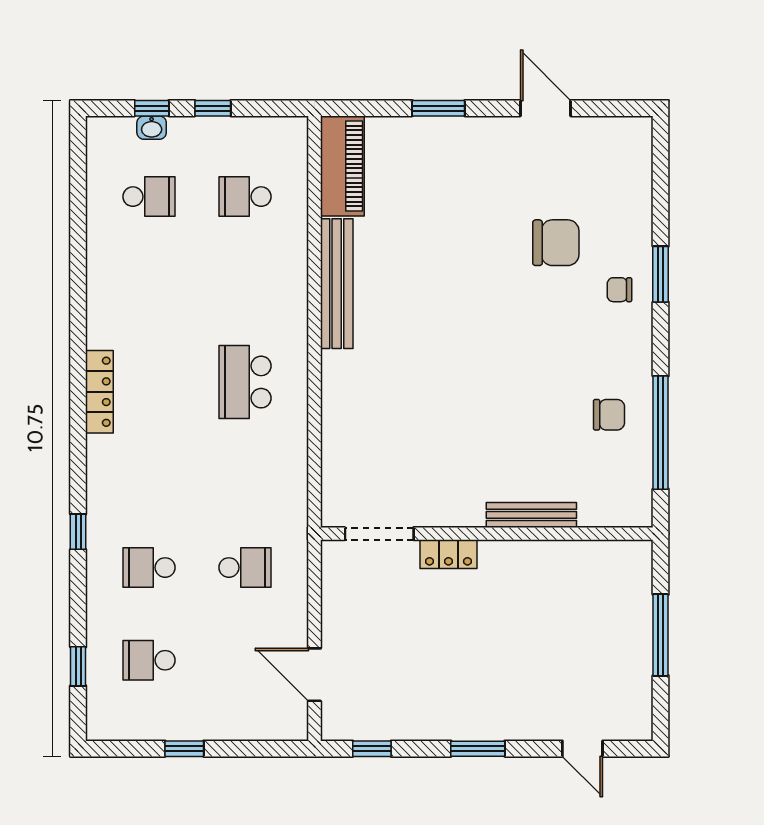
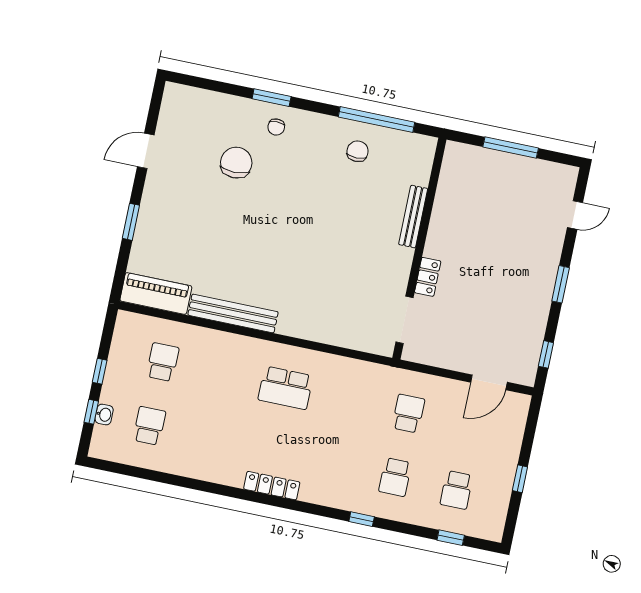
school desk: (245, 197) -> (163, 362), turned 180

